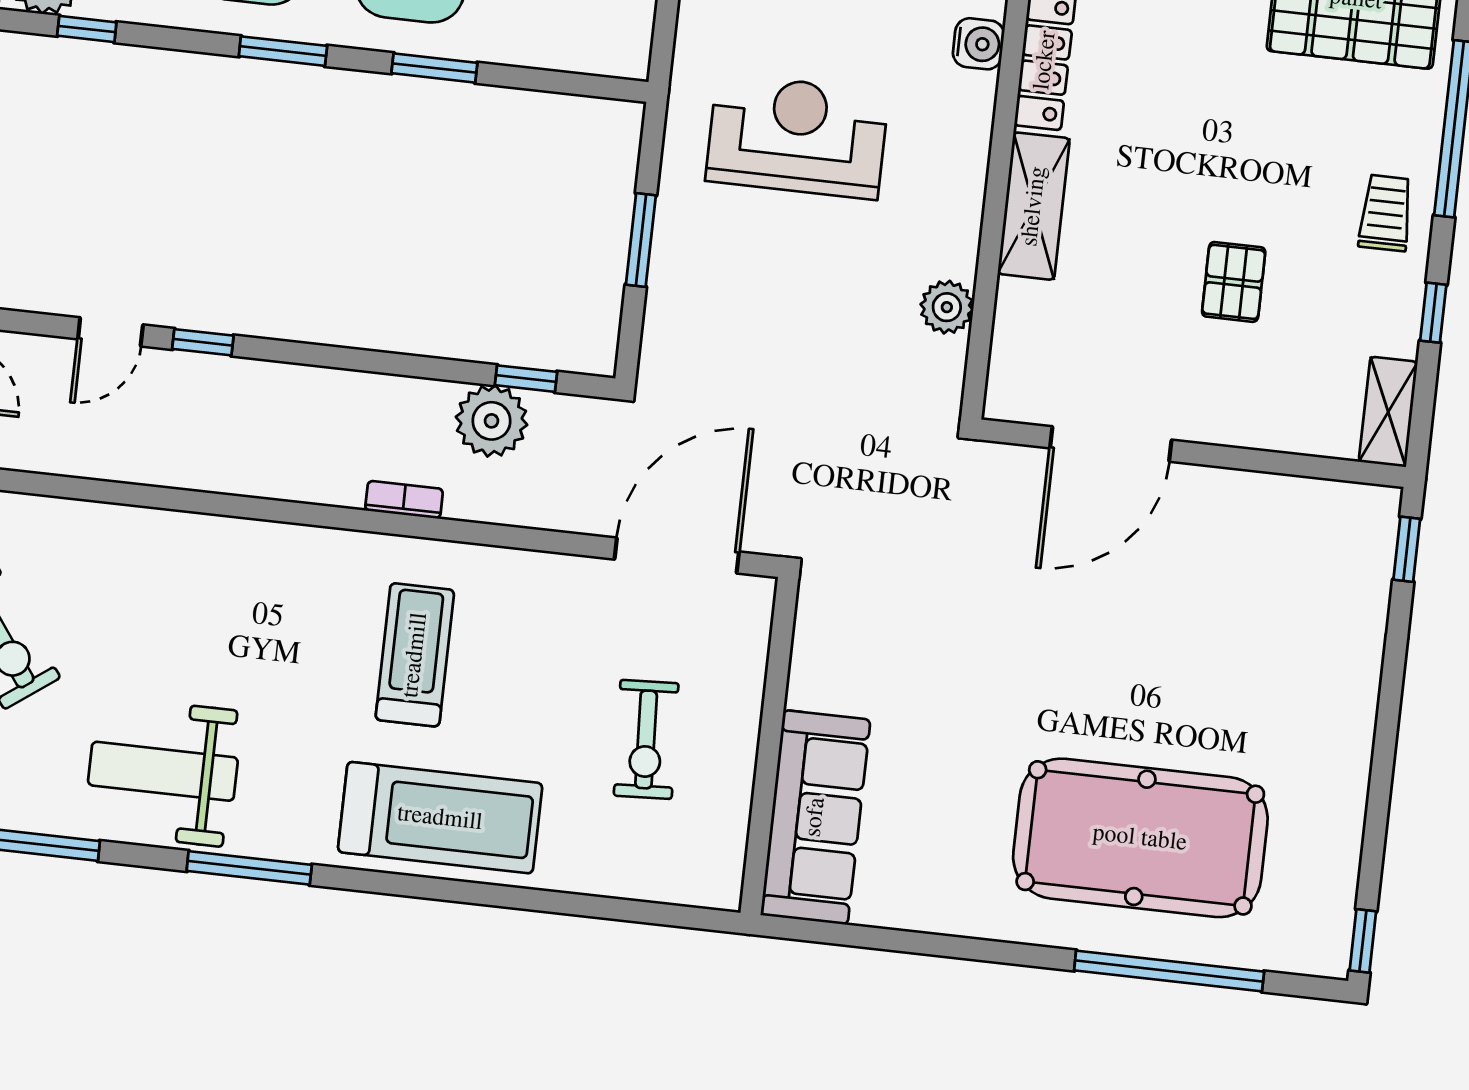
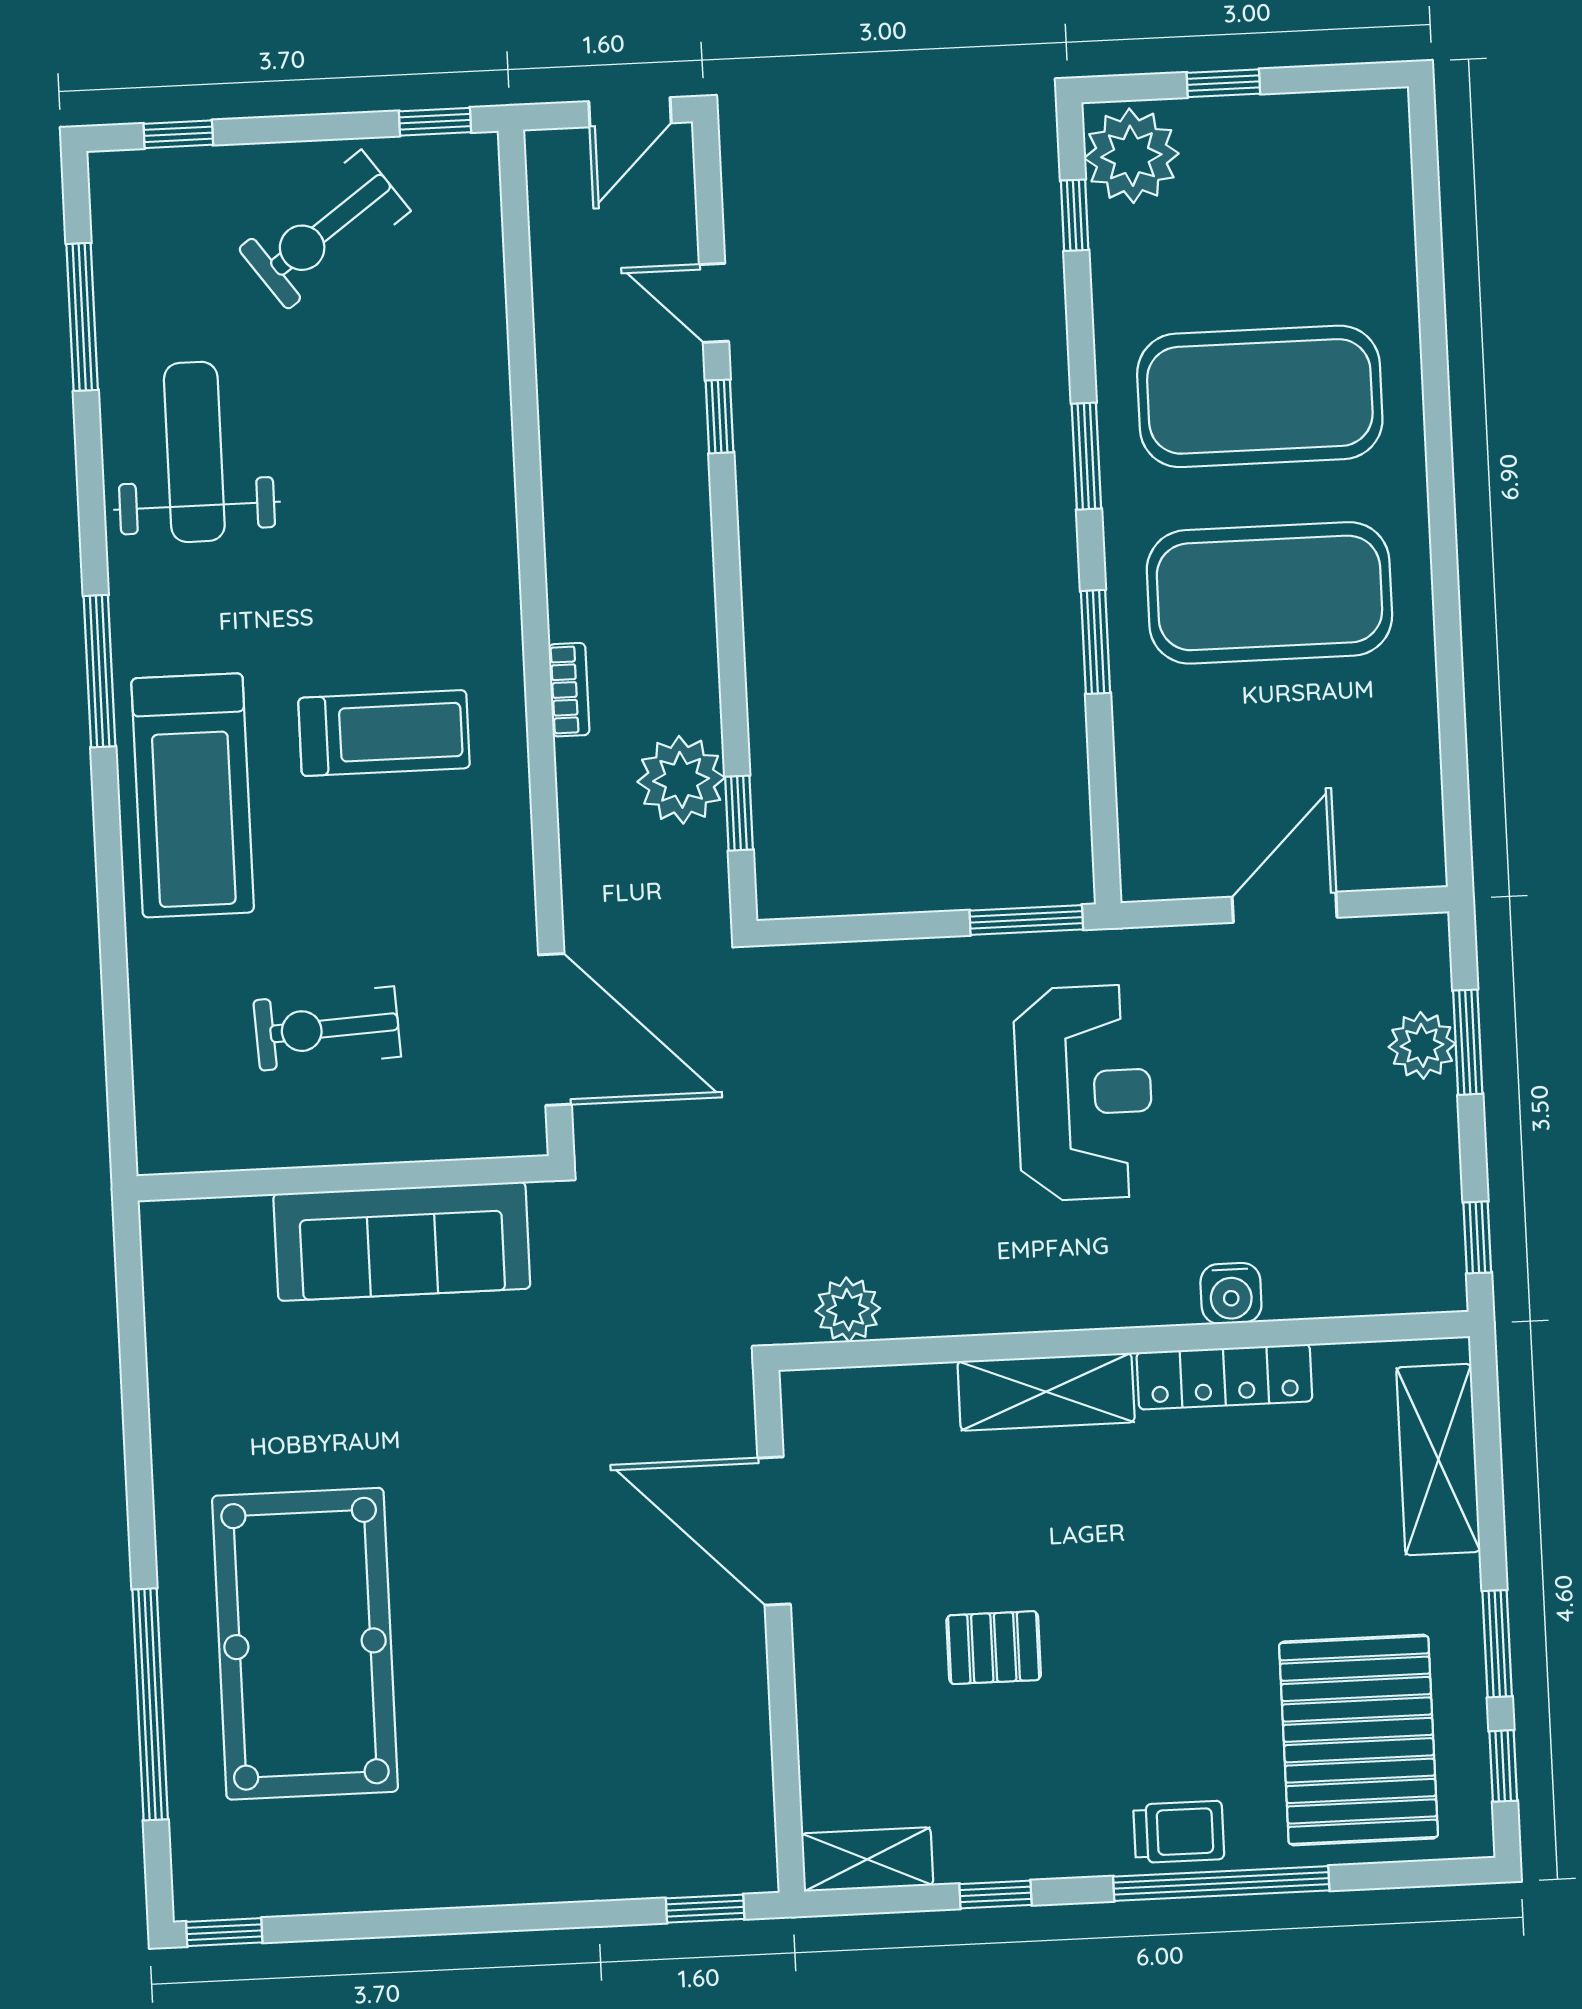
trolley: (1386, 213) -> (1179, 1832), moved
window: (641, 240) -> (1026, 920), moved
plant: (947, 307) -> (848, 1310), moved
sofa: (815, 817) -> (402, 1241), moved
window: (249, 868) -> (100, 671), moved

